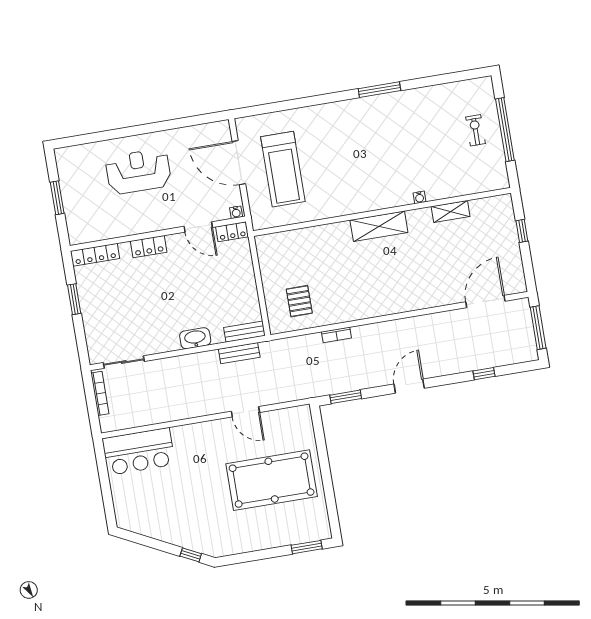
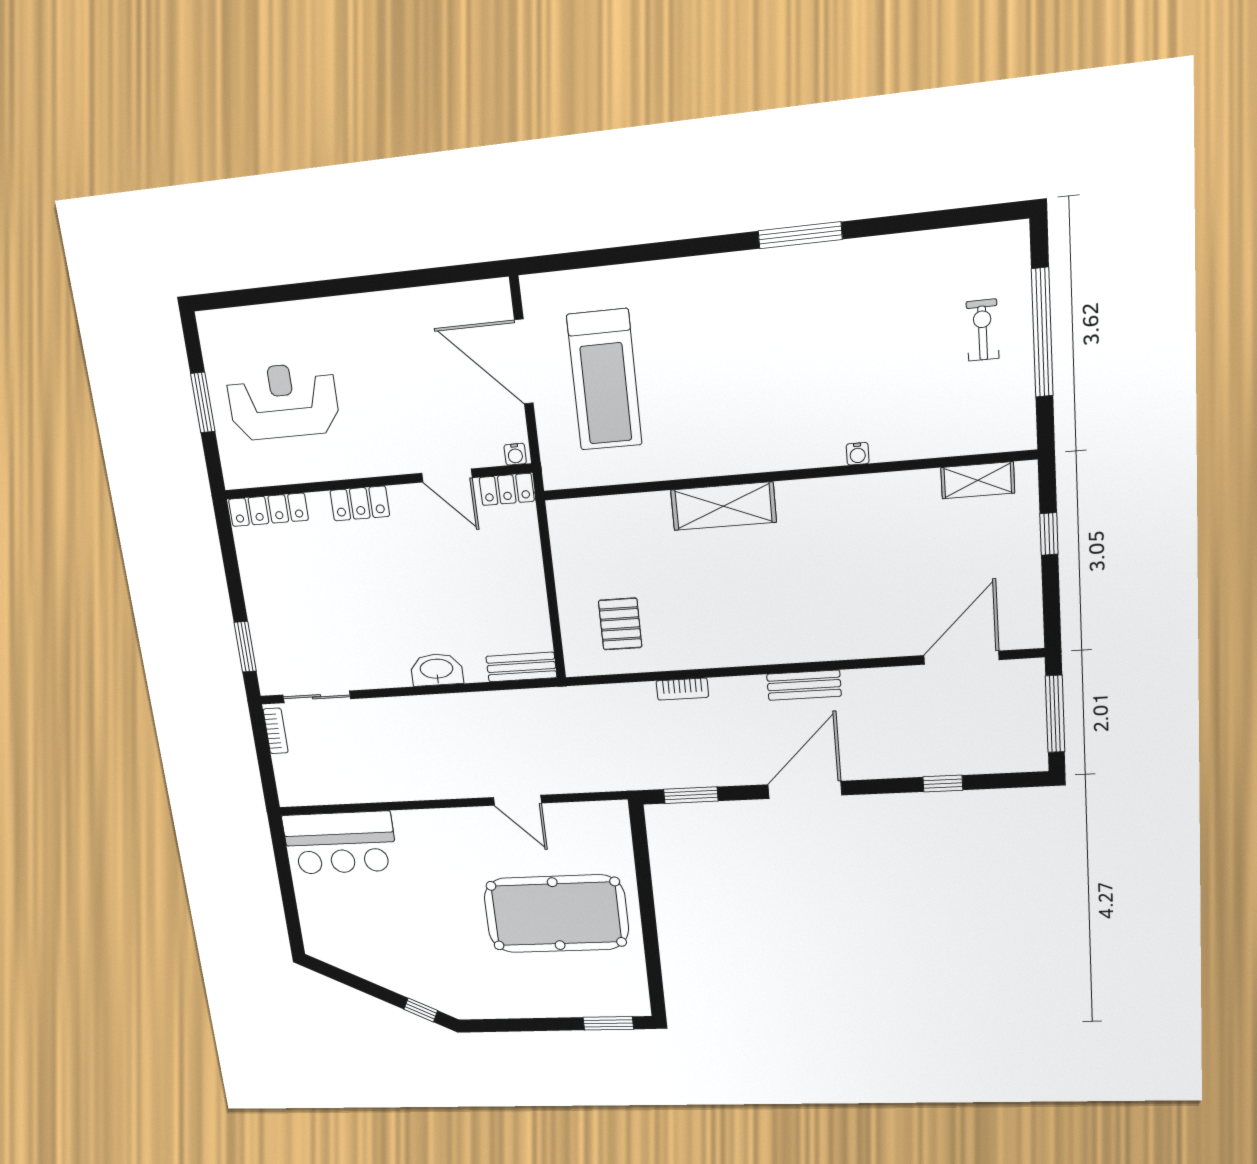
reception desk: (138, 171) -> (283, 401), moved
shelving: (451, 211) -> (978, 480), moved
shelving: (379, 226) -> (723, 506), moved
window: (74, 299) -> (245, 647), moved
bench: (239, 353) -> (804, 685), moved
door: (409, 386) -> (805, 790), width x1.36
bookcase: (100, 393) -> (276, 731), width x0.64

